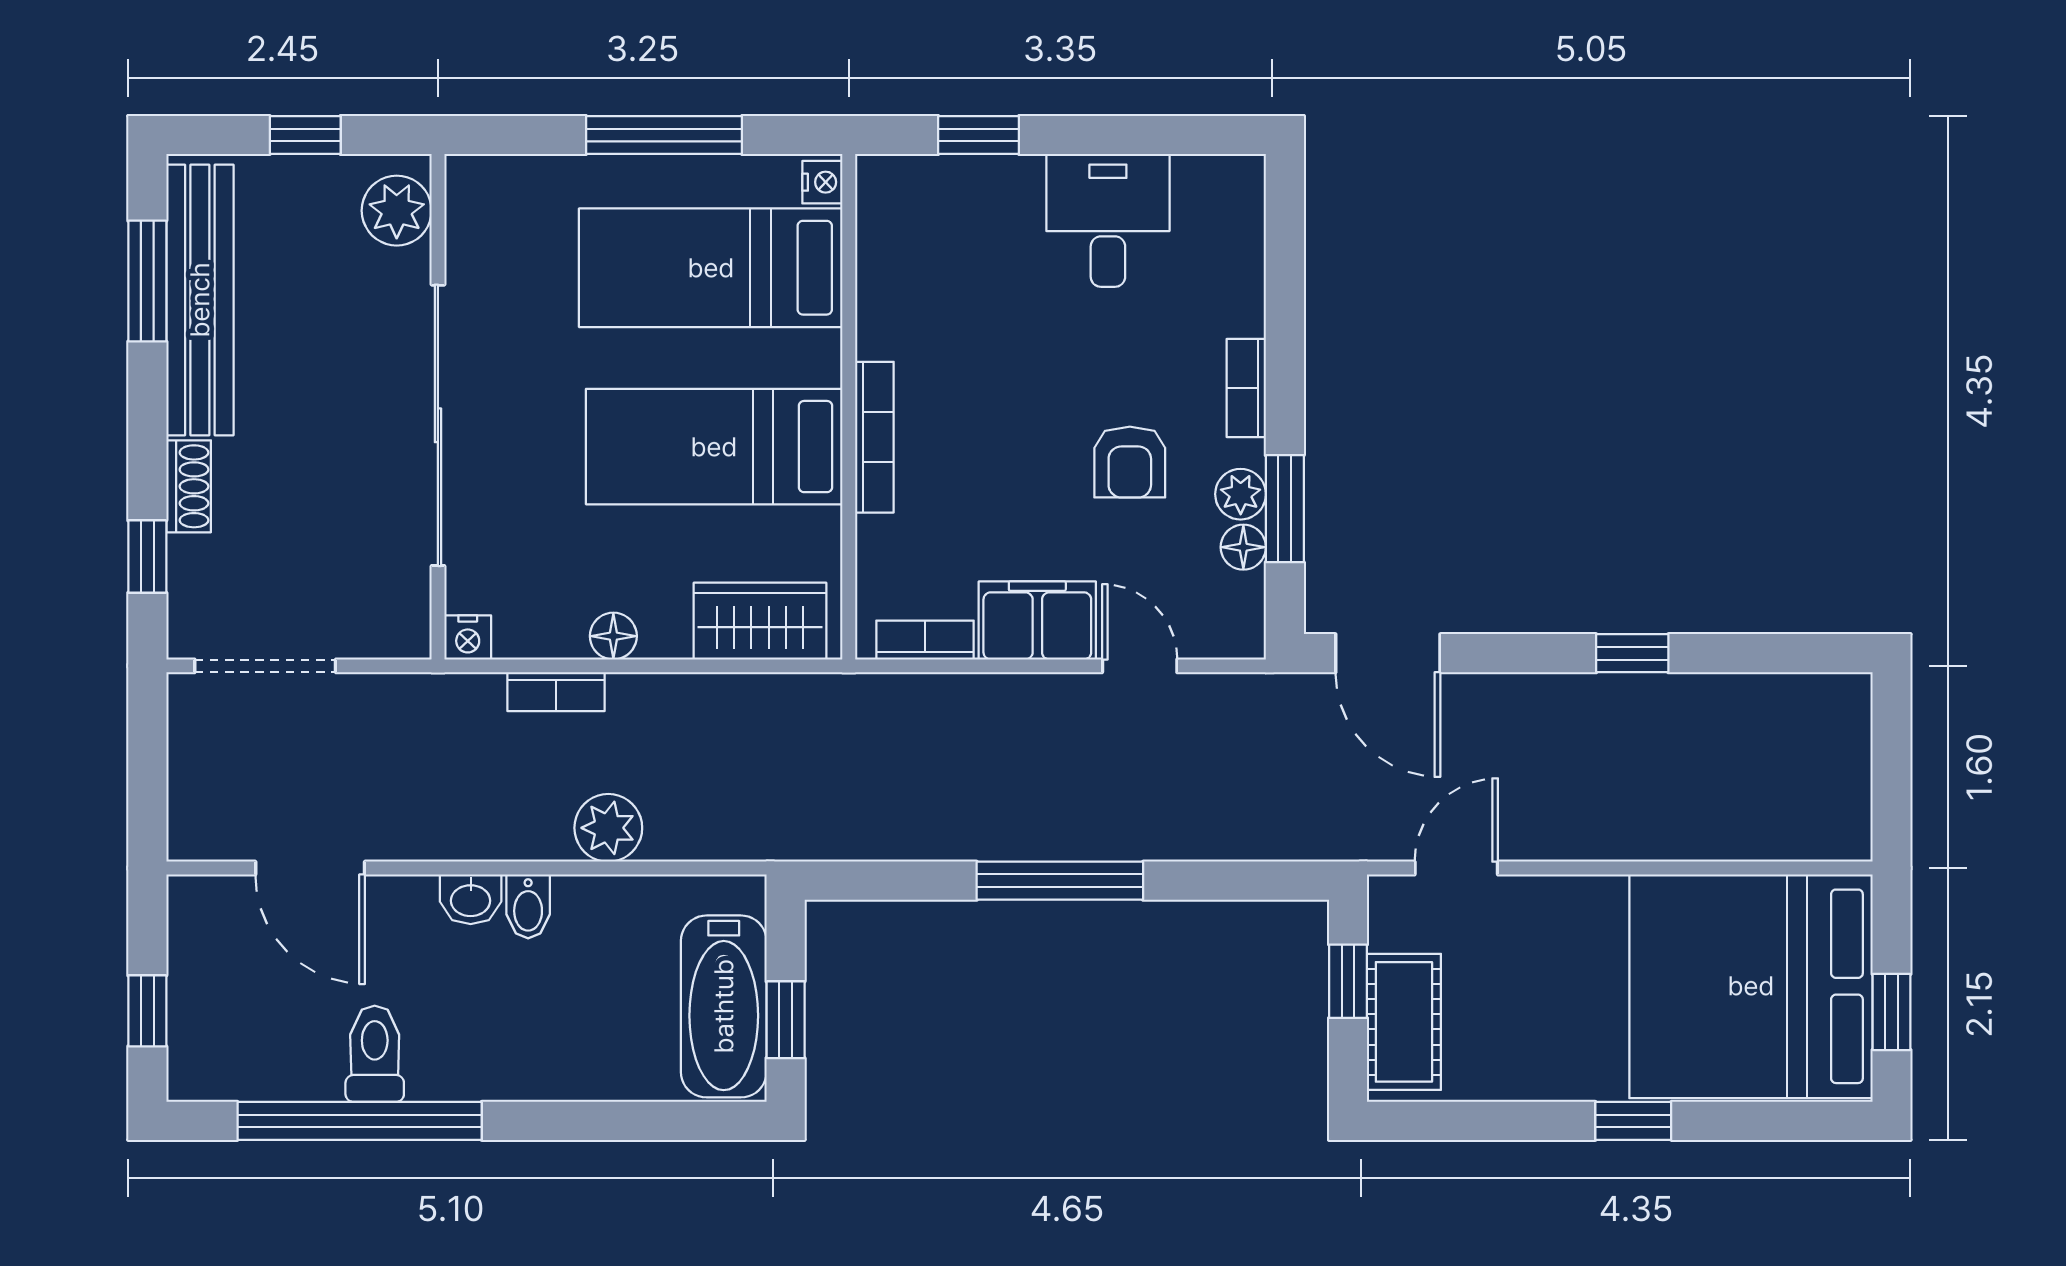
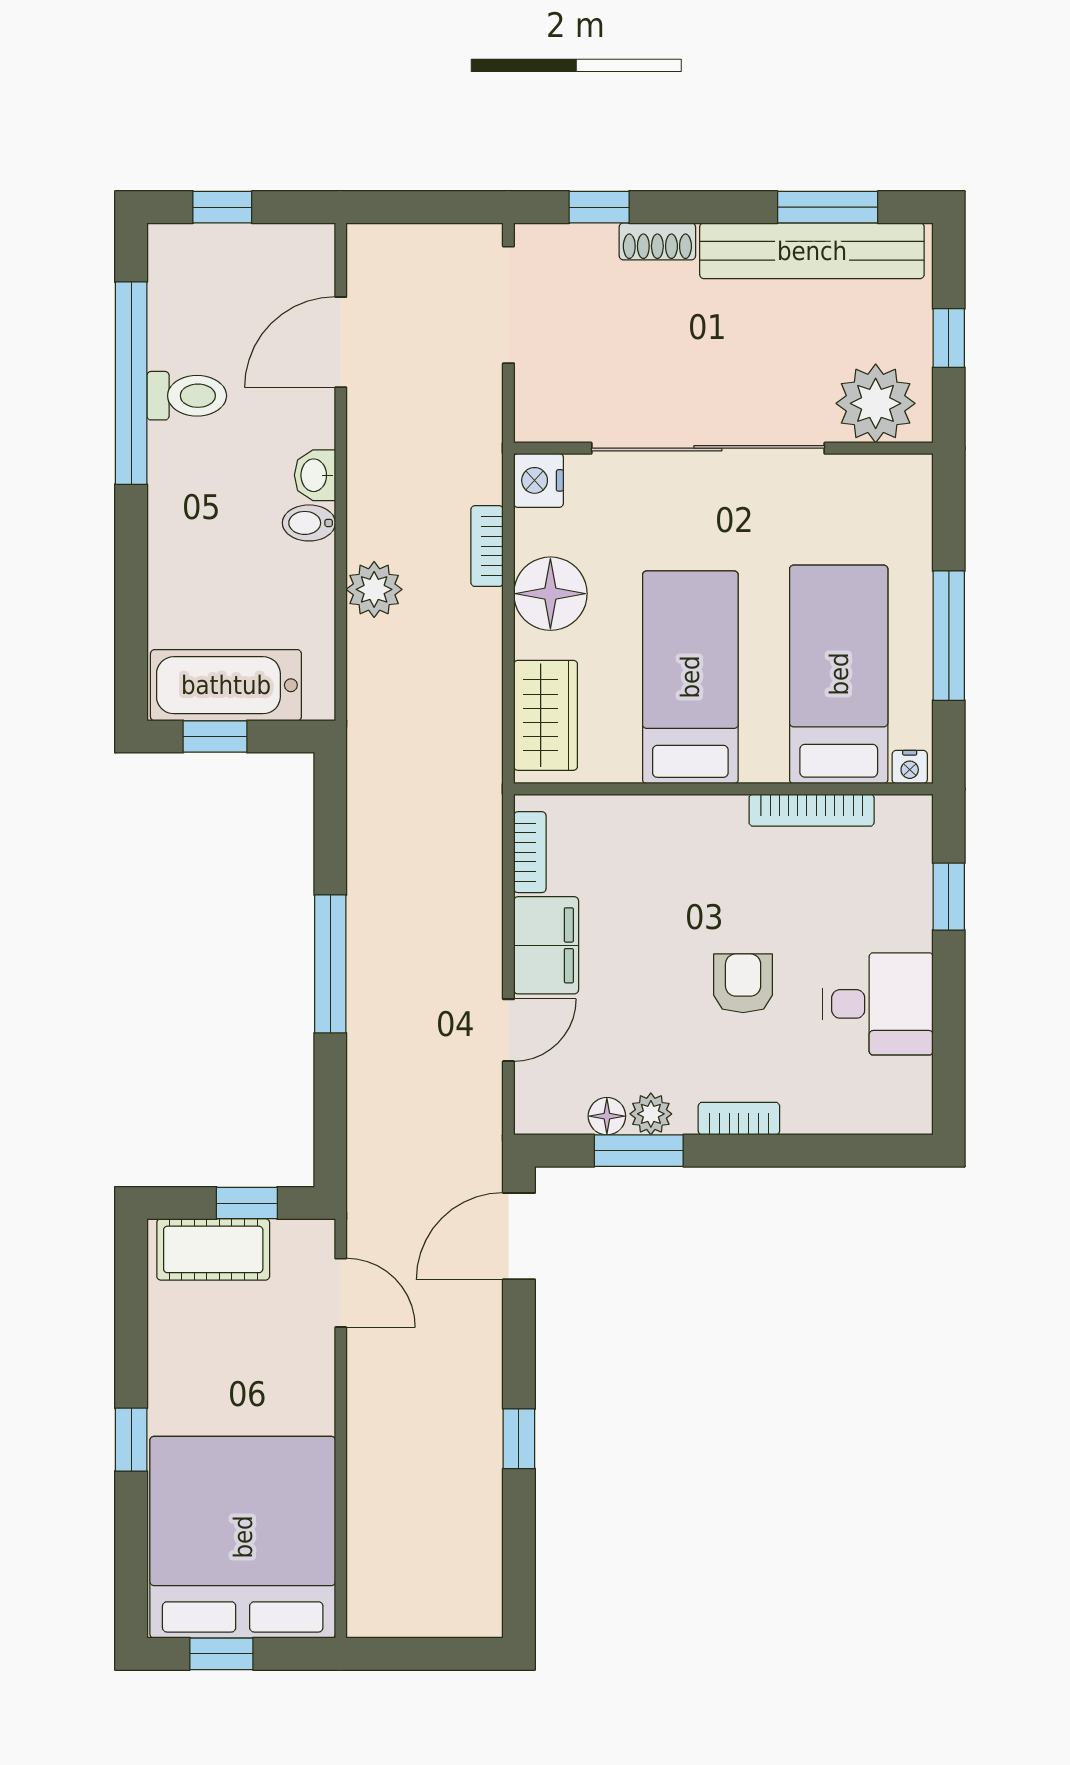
plant: (397, 211) -> (876, 403), width x1.36, depth x1.36
bookcase: (874, 437) -> (812, 810), moved
armchair: (1130, 462) -> (743, 983), moved, turned 90
floor lamp: (613, 636) -> (550, 594), width x1.89, depth x1.89
nightstand: (468, 637) -> (539, 480), width x1.39, depth x1.35

